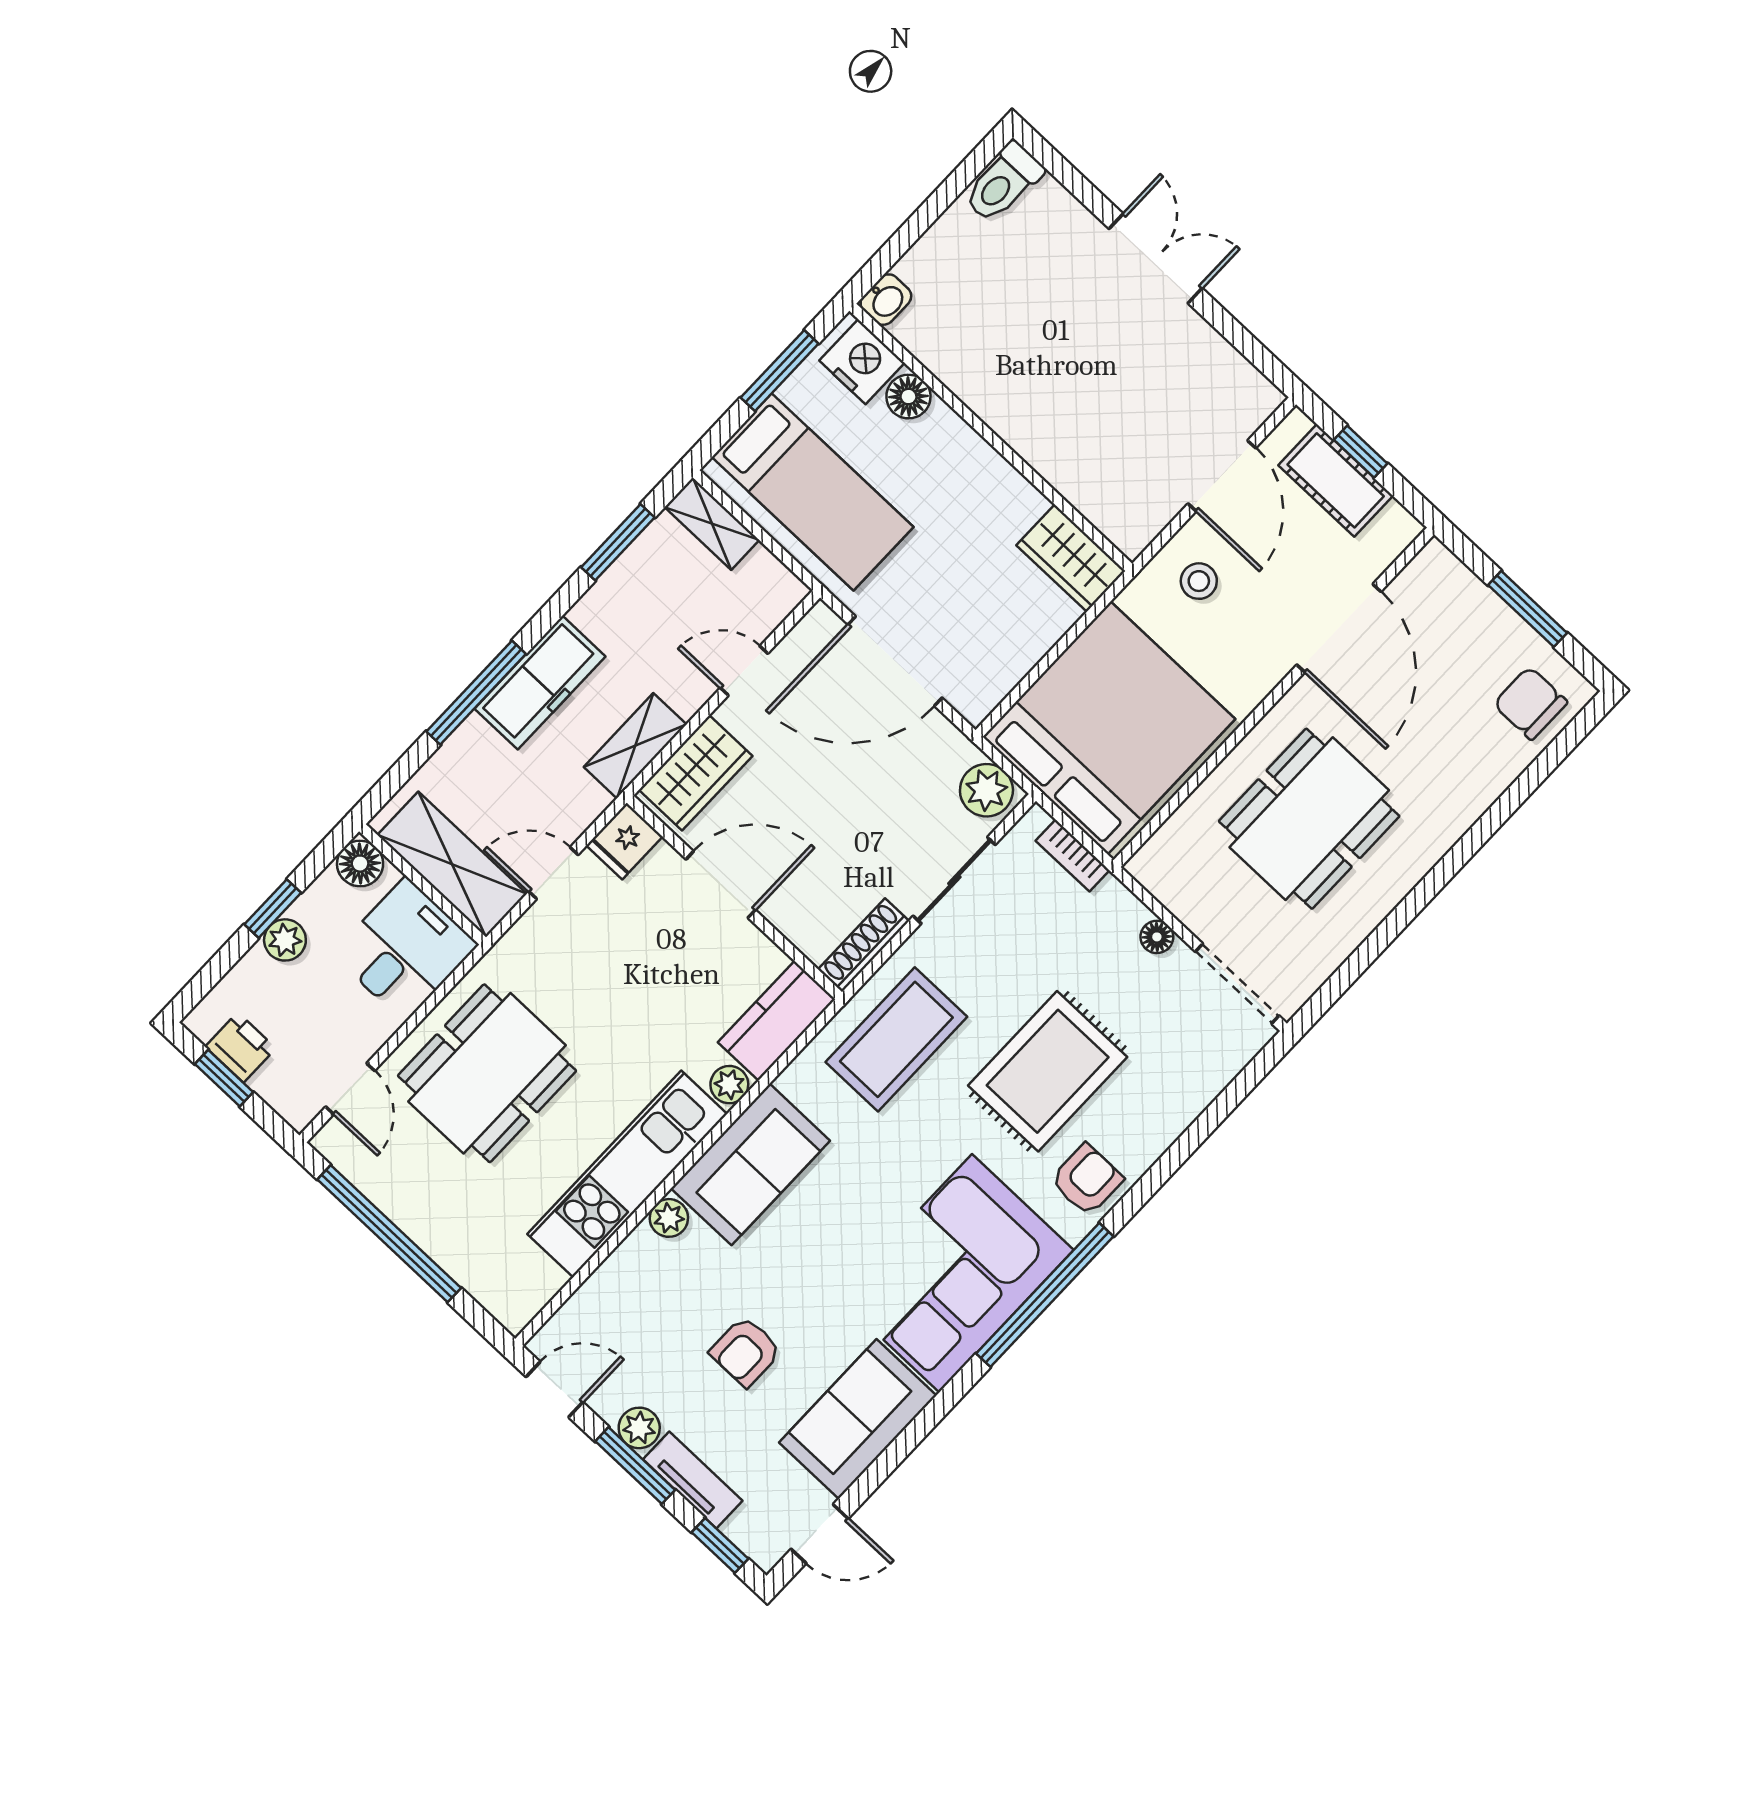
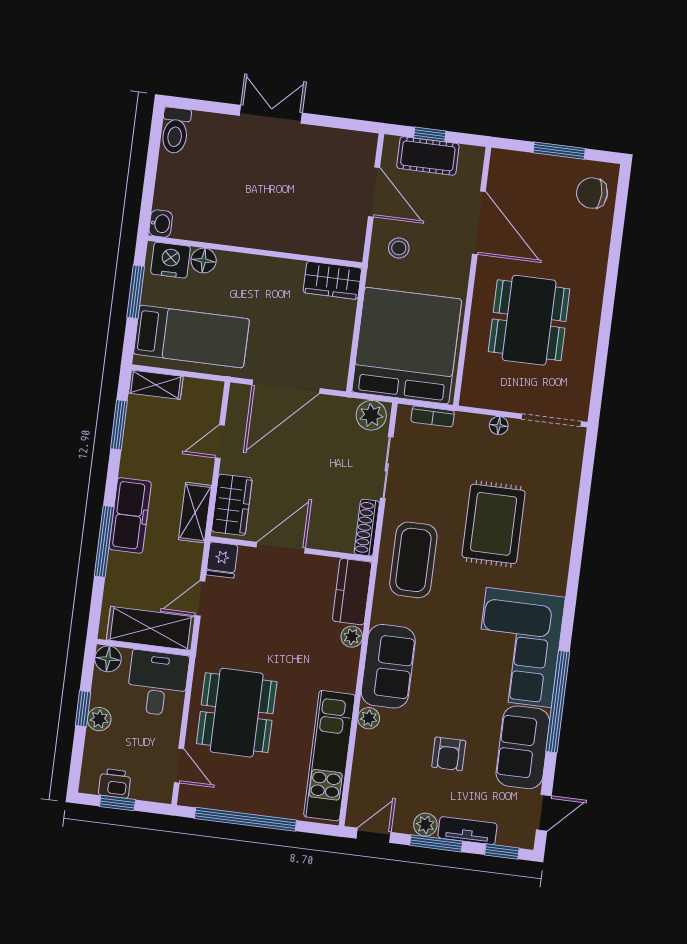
kitchen unit: (627, 1174) -> (329, 756), moved
armchair: (1087, 1180) -> (548, 561), removed
window: (1045, 1295) -> (558, 702), moved

